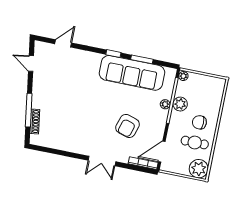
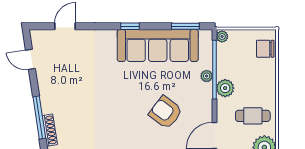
window: (142, 59) -> (185, 26), moved
plant: (180, 104) -> (225, 88), moved
chair: (199, 122) -> (265, 49), moved
armchair: (128, 126) -> (166, 112), turned 110

